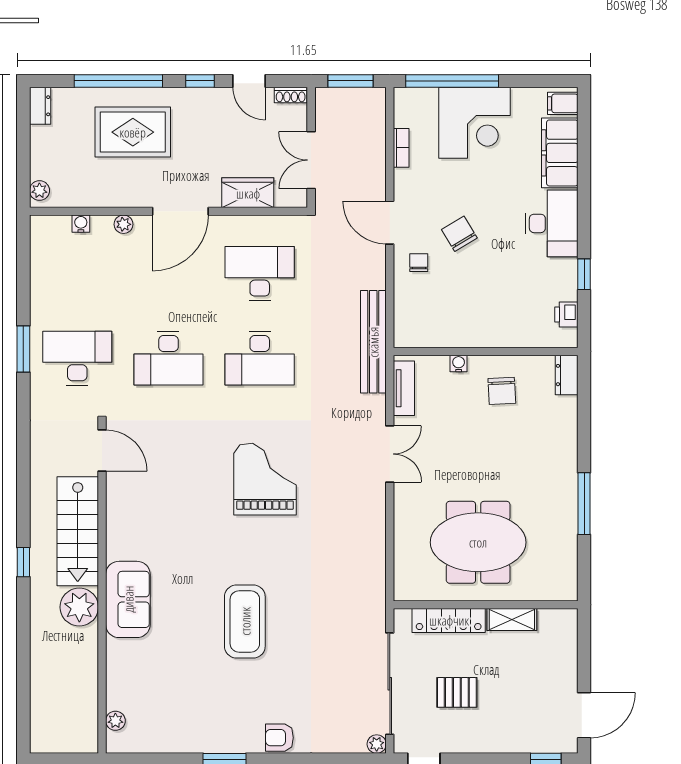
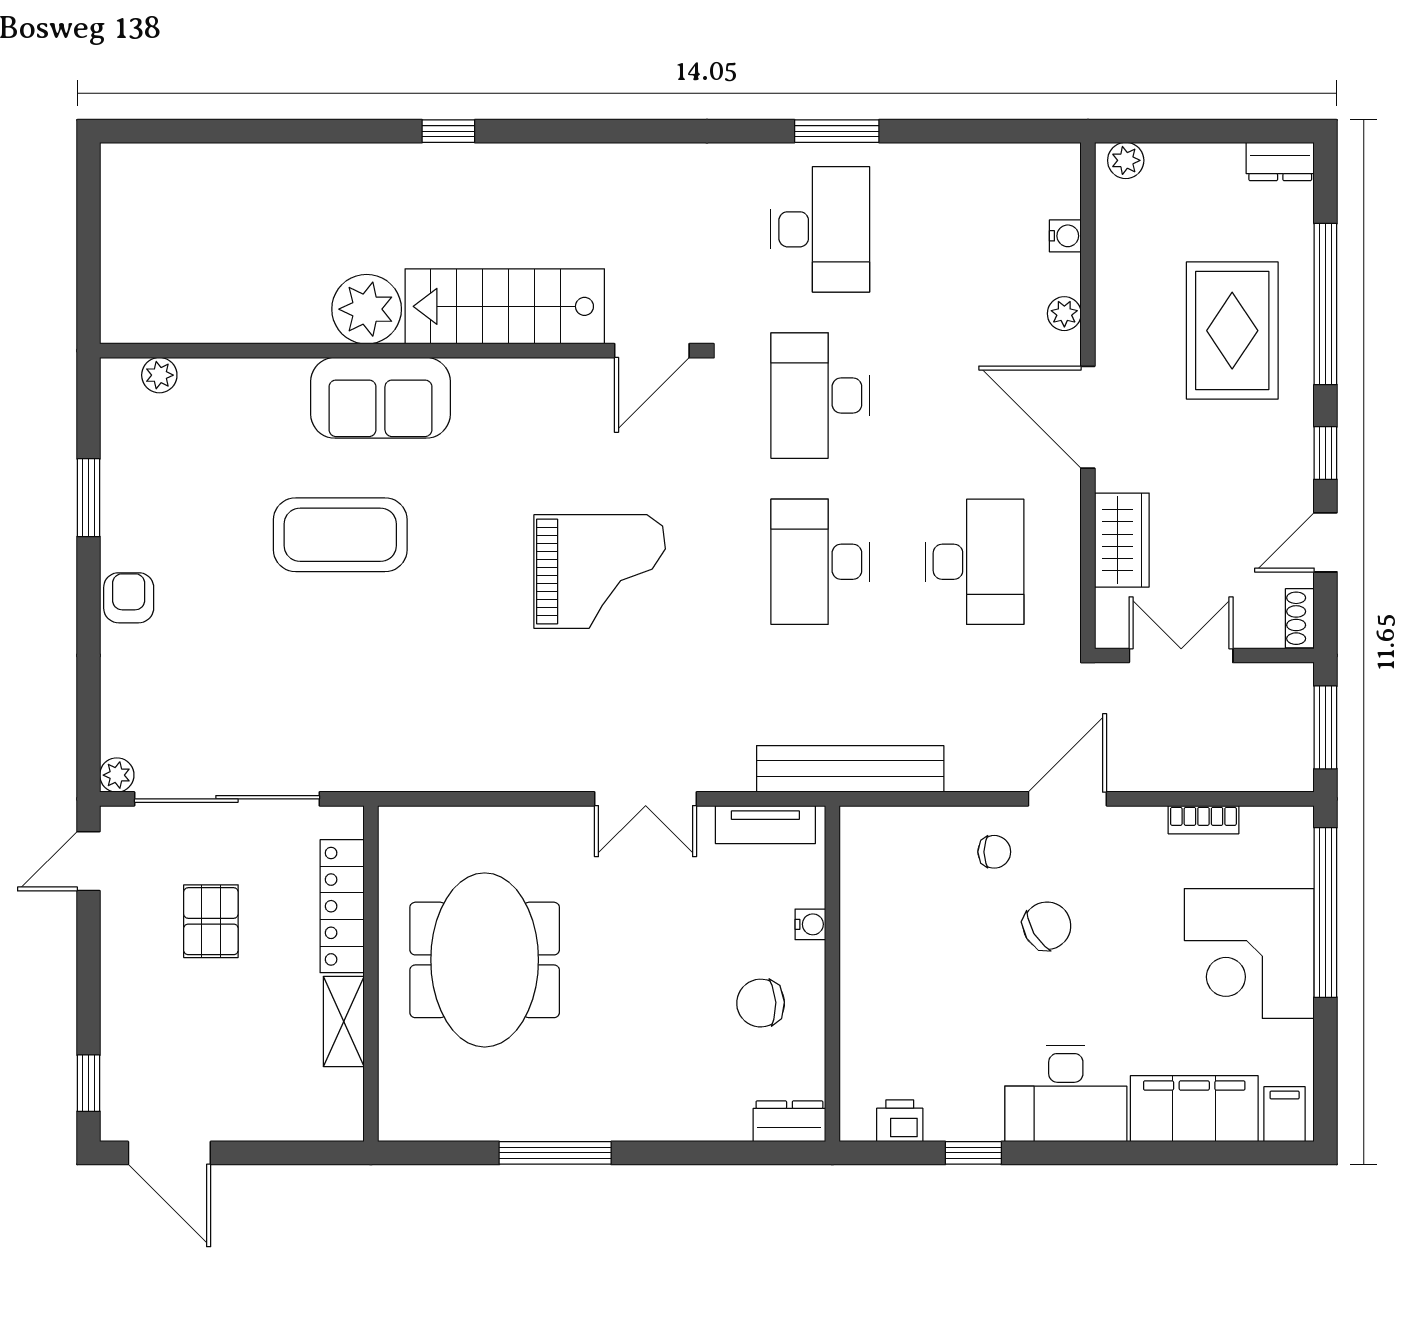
door: (102, 450) -> (652, 351), moved
stairs: (78, 531) -> (505, 306), moved
wall: (102, 589) -> (400, 351), moved
sofa: (128, 599) -> (380, 398), moved
plant: (79, 607) -> (367, 309), moved
plant: (115, 721) -> (159, 375), moved

